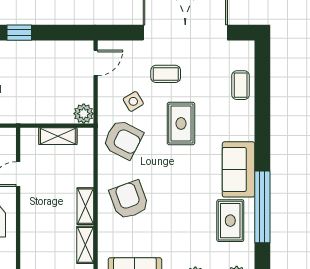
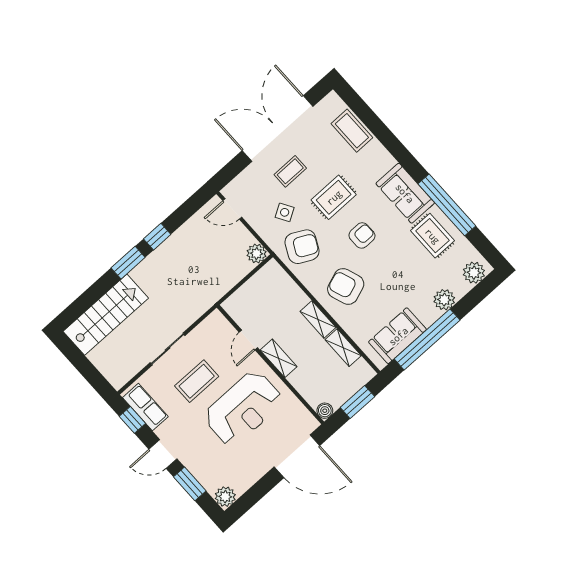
door: (96, 63) -> (232, 209), swing flipped
coffee table: (241, 85) -> (352, 131), width x1.36, depth x1.30
rug: (181, 123) -> (334, 197), turned 90
shelving: (58, 136) -> (279, 358), moved, turned 90
armchair: (176, 172) -> (362, 235), added

